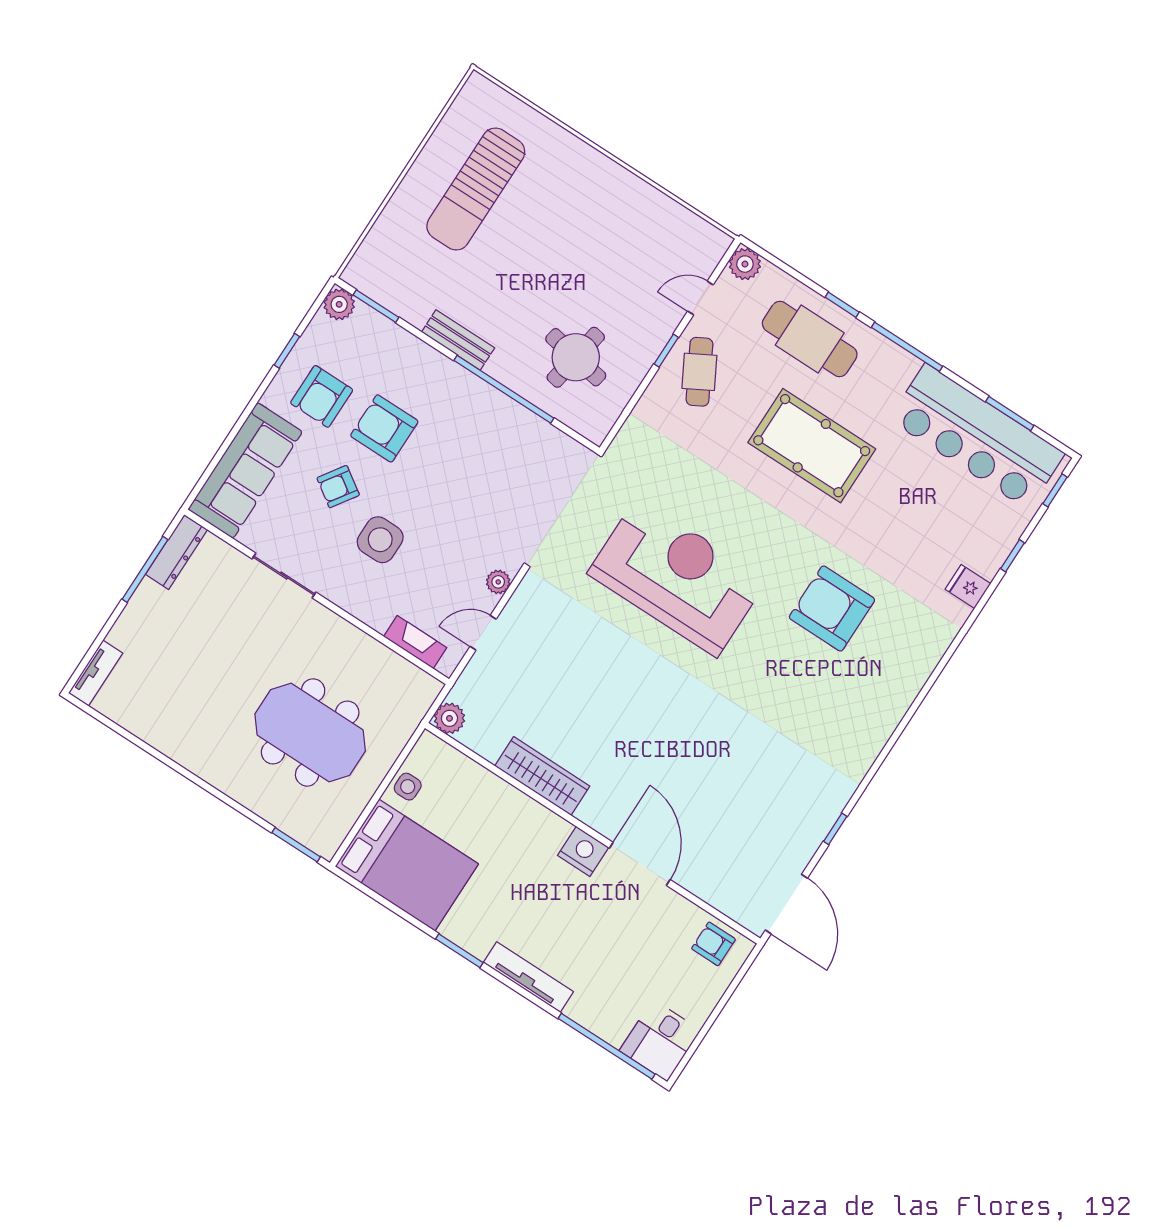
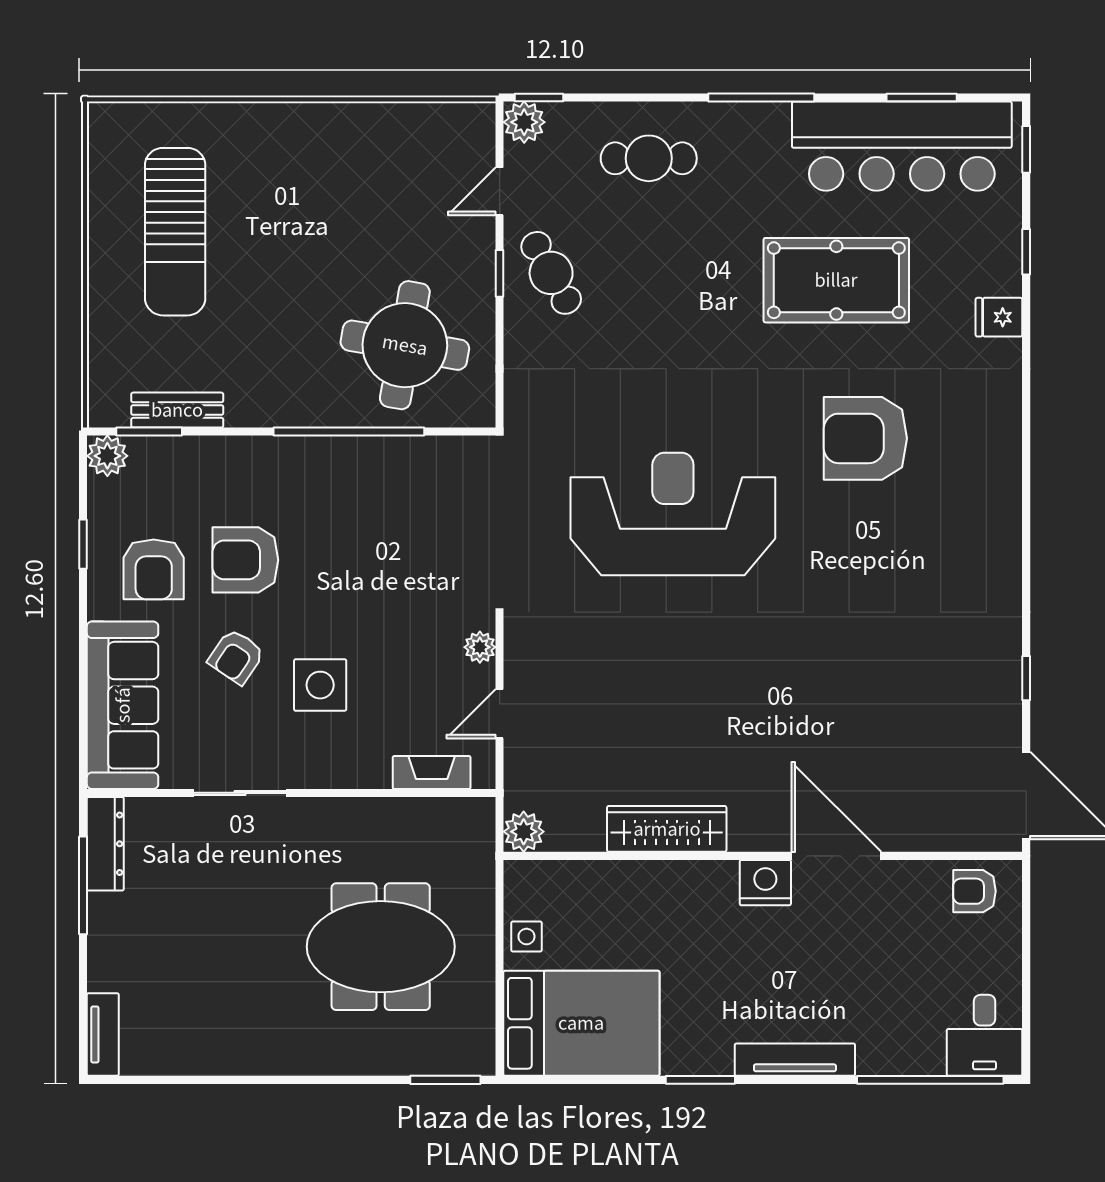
window: (842, 305) -> (539, 97), moved
cafe table: (810, 339) -> (649, 158), width x0.73, depth x0.74
bench: (458, 340) -> (177, 410), moved
round table: (576, 357) -> (405, 345), width x1.36, depth x1.36
pool table: (812, 446) -> (836, 280), moved

